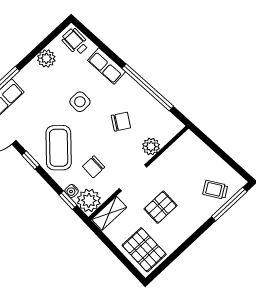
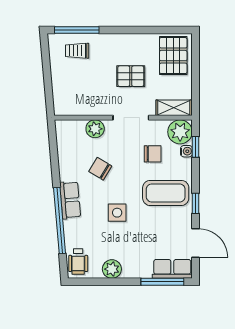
row of seats: (106, 66) -> (70, 200), moved
window: (148, 87) -> (60, 221), moved
coffee table: (59, 148) -> (166, 193), turned 48
trolley: (215, 190) -> (77, 51), turned 124

